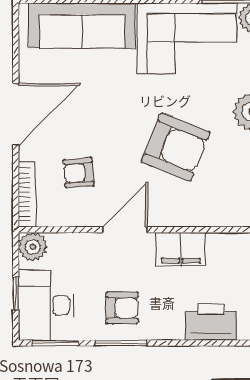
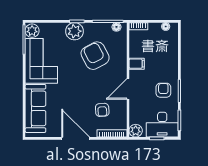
armchair: (176, 147) -> (95, 56), moved, turned -50
door: (125, 230) -> (128, 89), hinge flipped
filing cabinet: (181, 249) -> (137, 64), width x0.50
printer: (211, 322) -> (170, 50), removed

